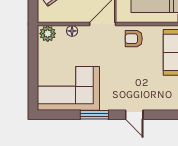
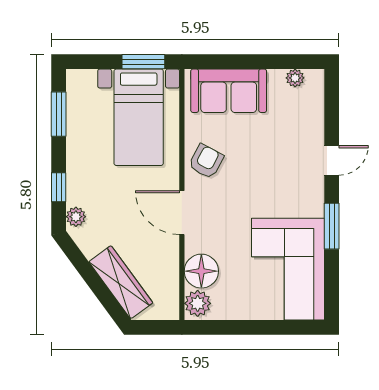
floor lamp: (72, 31) -> (201, 271), width x1.89, depth x1.89
armchair: (134, 39) -> (206, 161), turned -152

